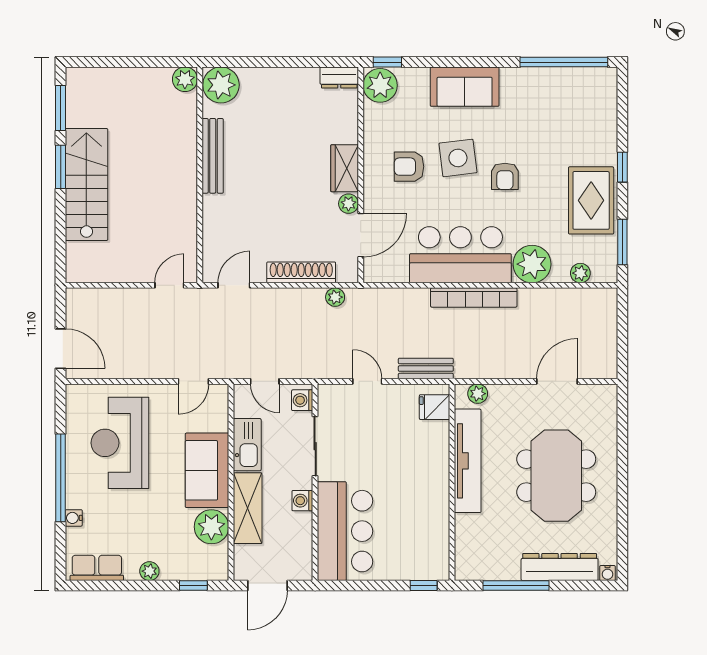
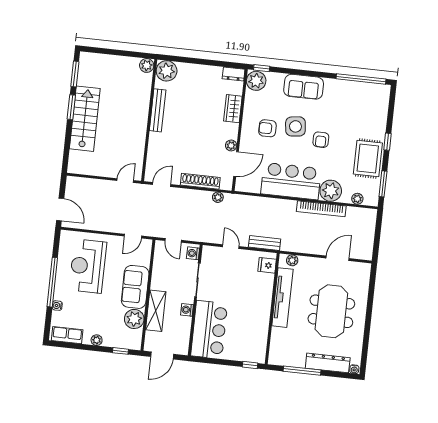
wardrobe: (345, 168) -> (233, 109), moved
bookcase: (474, 298) -> (321, 209), moved
kitchen sink: (247, 445) -> (159, 275), removed

